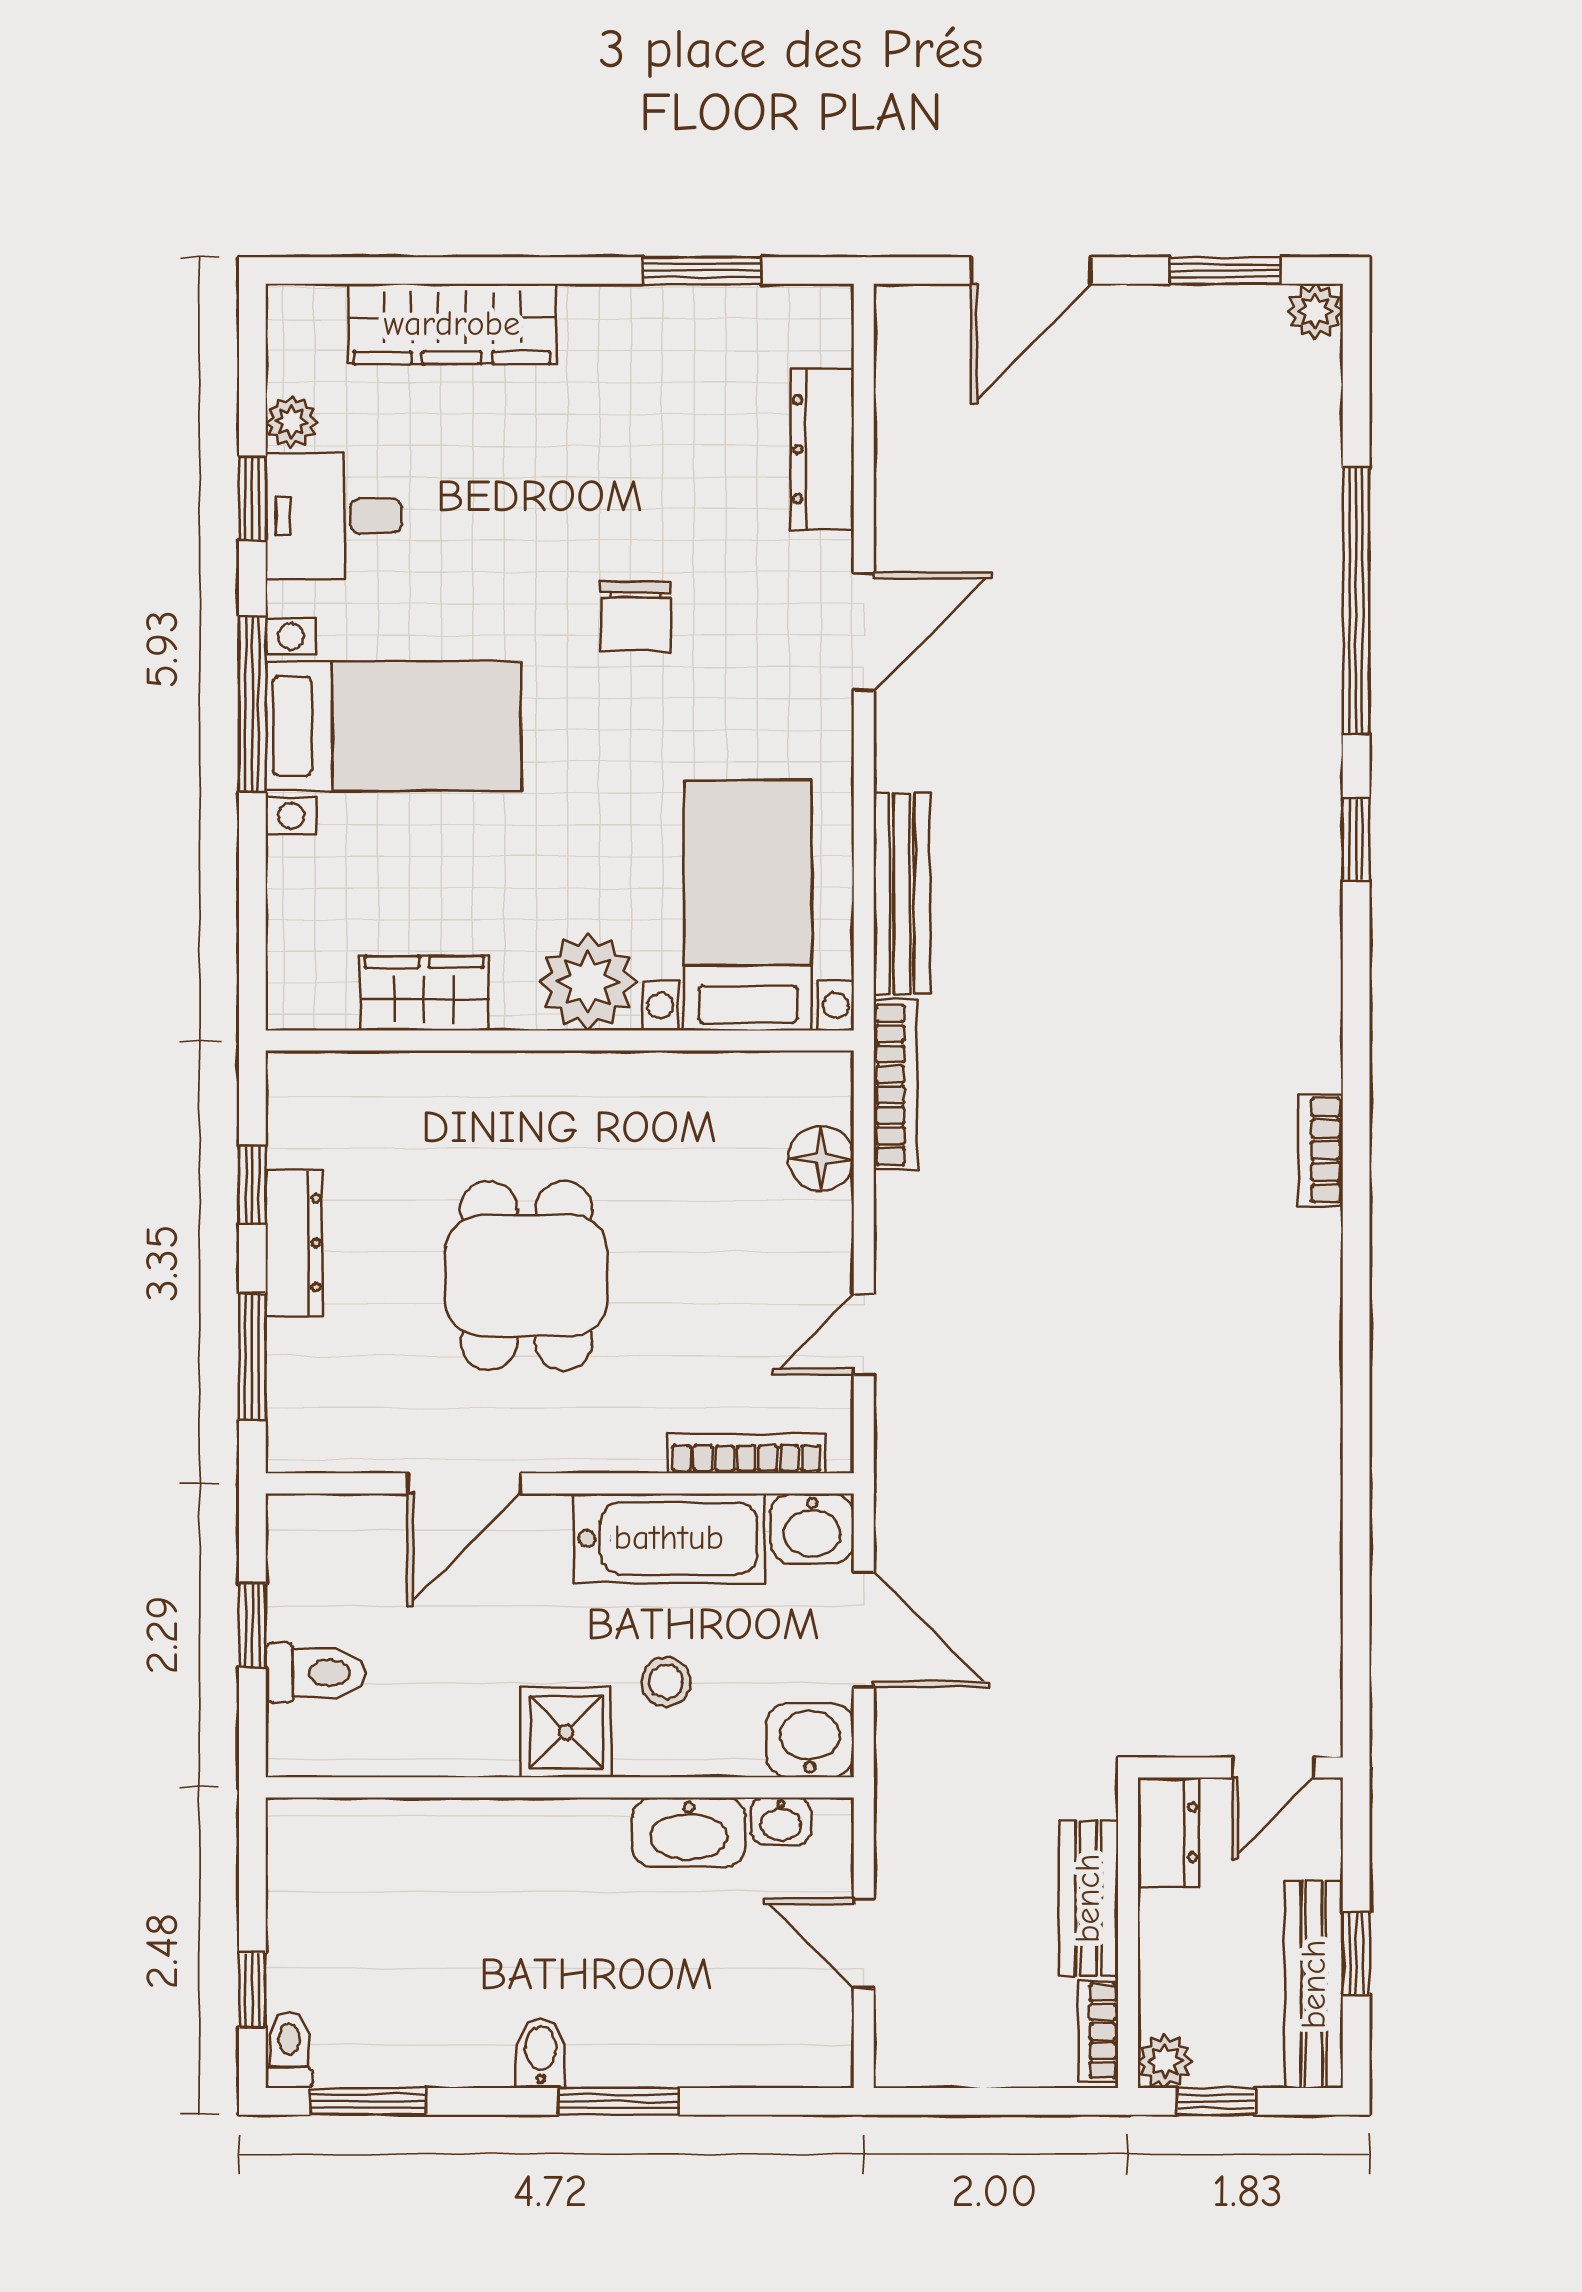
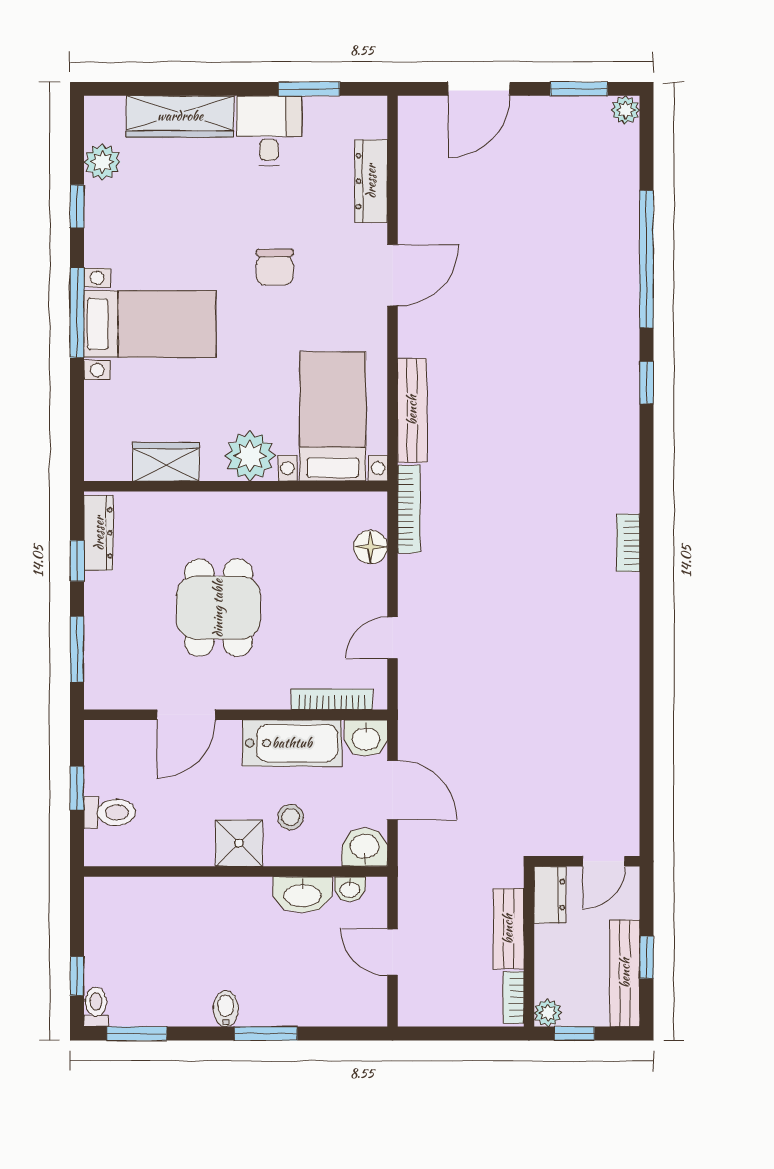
plant: (291, 422) -> (102, 162), width x1.38, depth x1.38
desk: (334, 516) -> (269, 131), moved, turned 90
dresser: (294, 1243) -> (99, 533), moved

